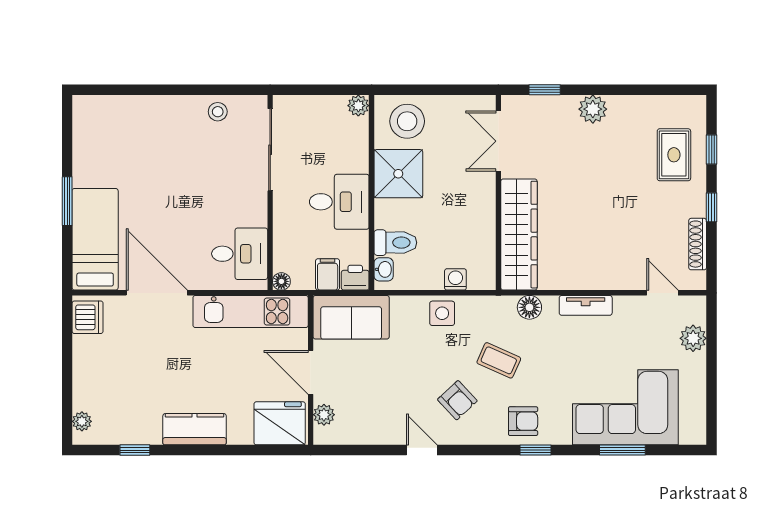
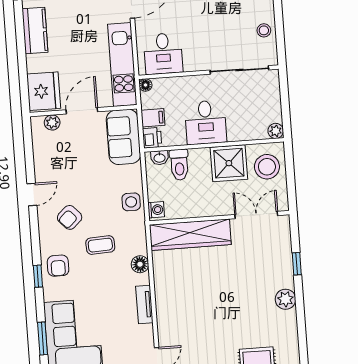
double door: (498, 141) -> (256, 215), moved
wall: (498, 193) -> (219, 218), moved
wardrobe: (519, 235) -> (190, 235), moved
coffee table: (499, 360) -> (100, 245), turned 63

